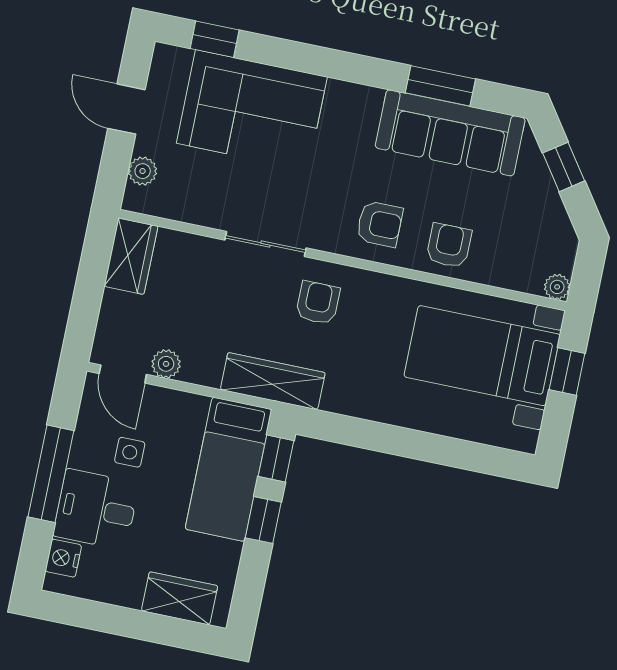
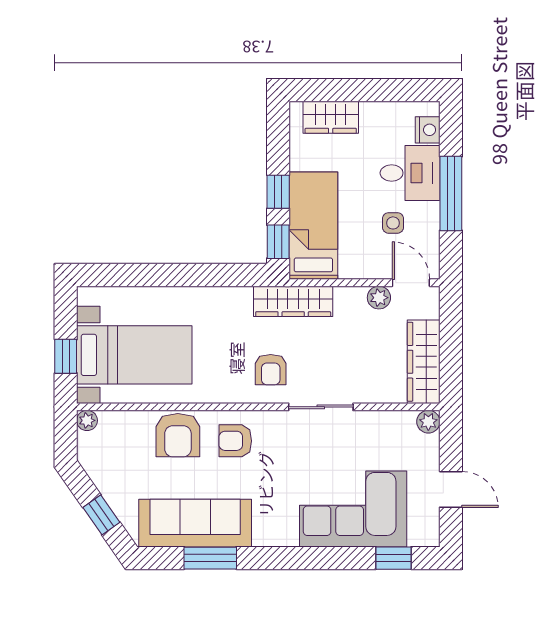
plant: (143, 171) -> (428, 422), moved
armchair: (449, 246) -> (178, 435), width x1.38, depth x1.38
wardrobe: (131, 256) -> (424, 362), width x1.50

